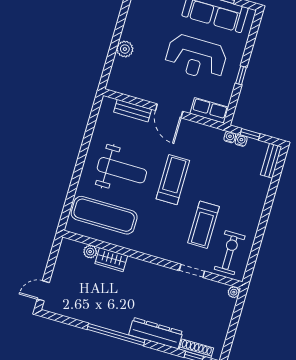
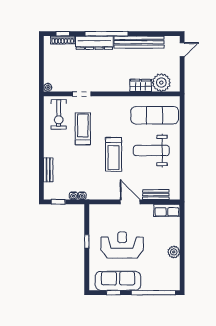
plant: (125, 49) -> (174, 252), moved
row of seats: (209, 110) -> (167, 210), moved
window: (250, 134) -> (58, 202), moved
bench: (271, 161) -> (48, 170), moved
plant: (90, 252) -> (161, 83), width x1.87, depth x1.87
bench: (97, 317) -> (139, 42), added
window: (116, 334) -> (107, 34), moved

